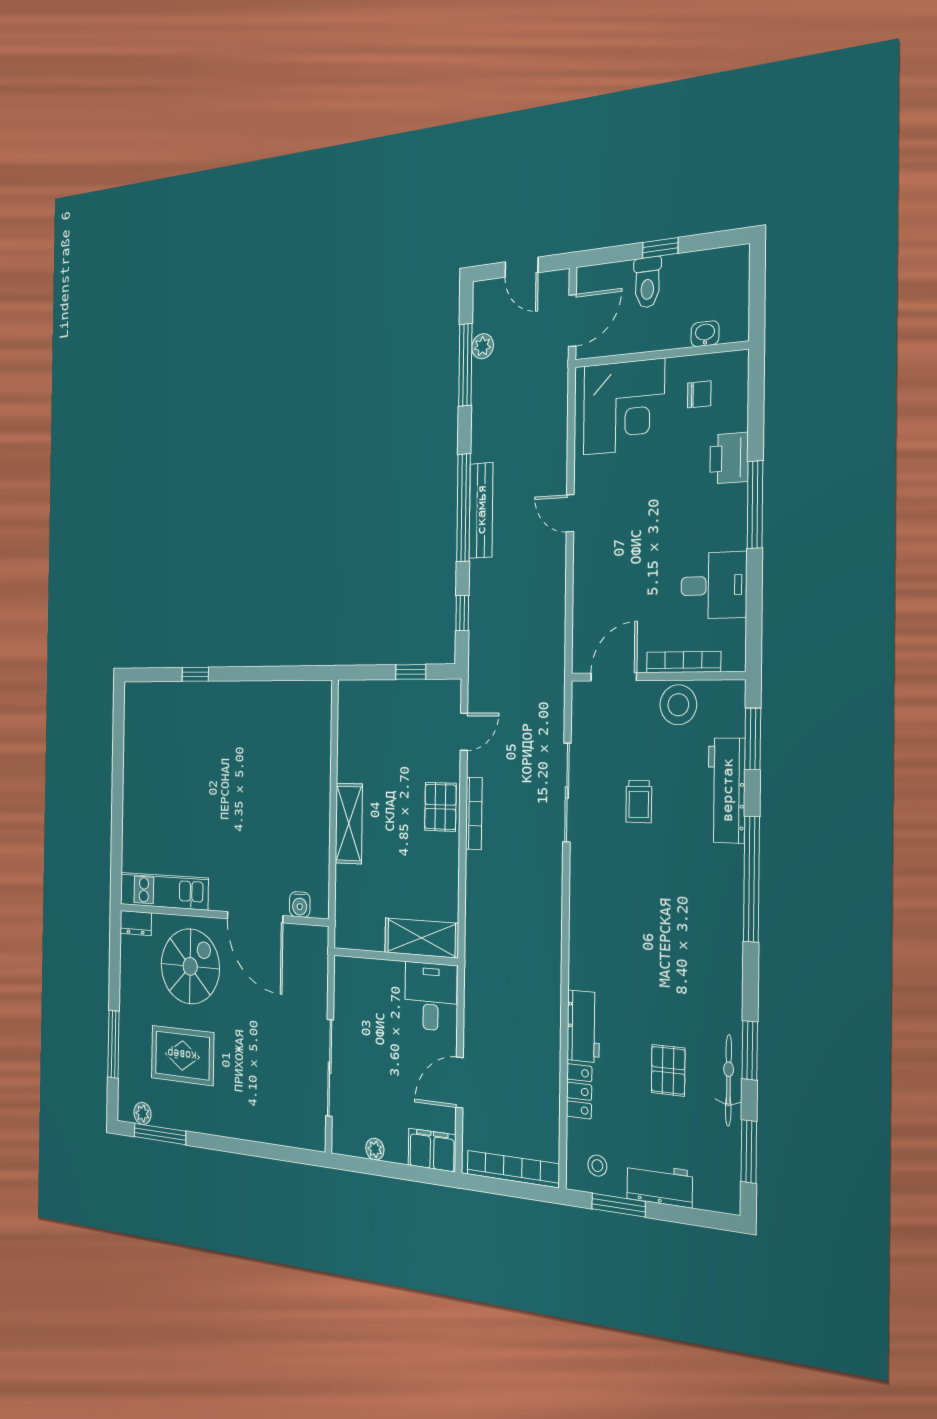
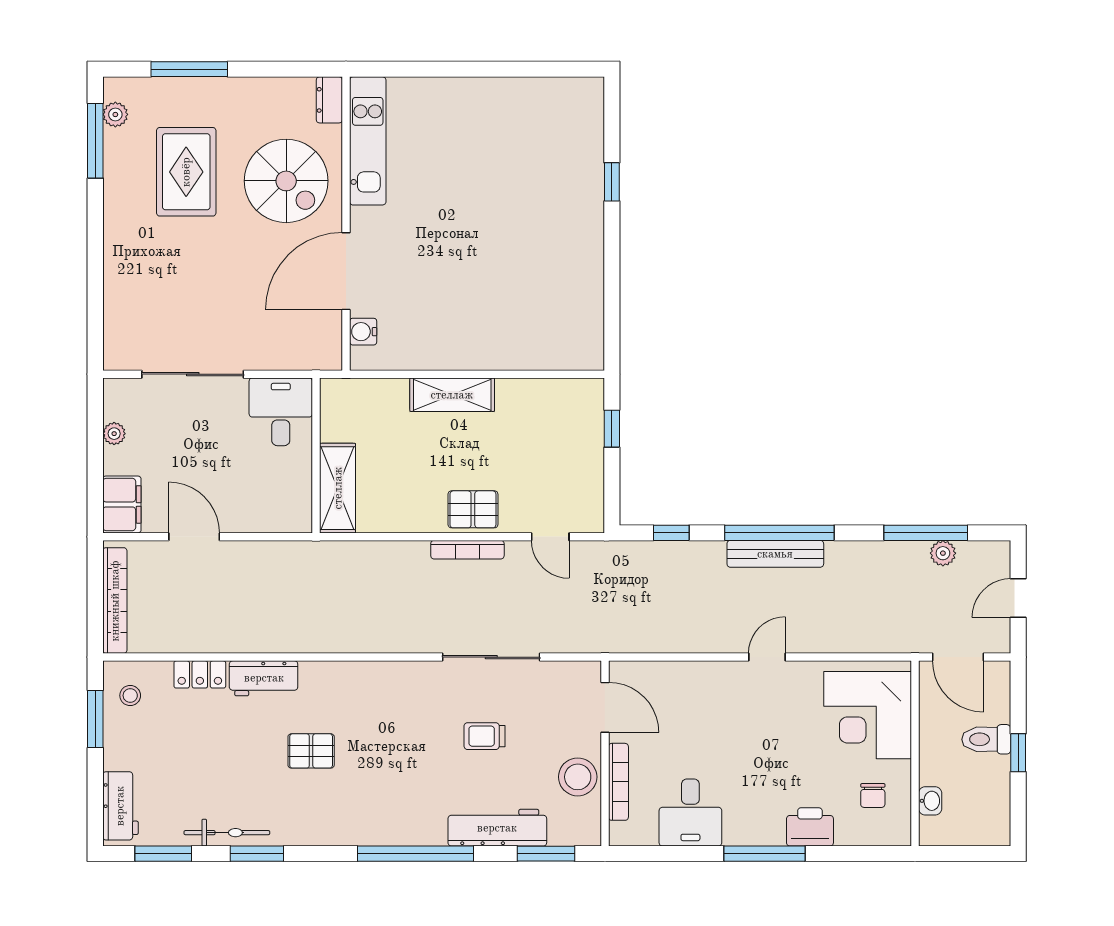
window: (411, 672) -> (612, 429), moved
desk: (431, 996) -> (281, 412), moved, turned -90
pallet: (668, 1070) -> (311, 751), moved
workbench: (660, 1185) -> (120, 806), moved

